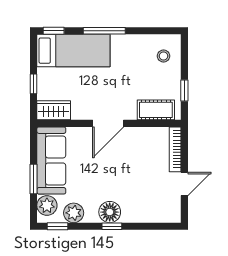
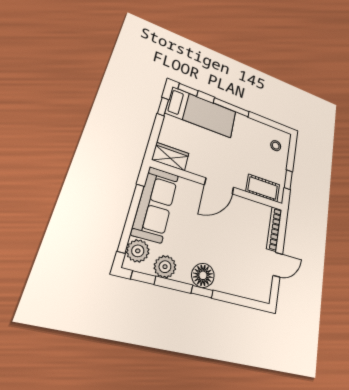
window: (34, 84) -> (163, 106), moved
window: (34, 179) -> (131, 218), width x2.11

